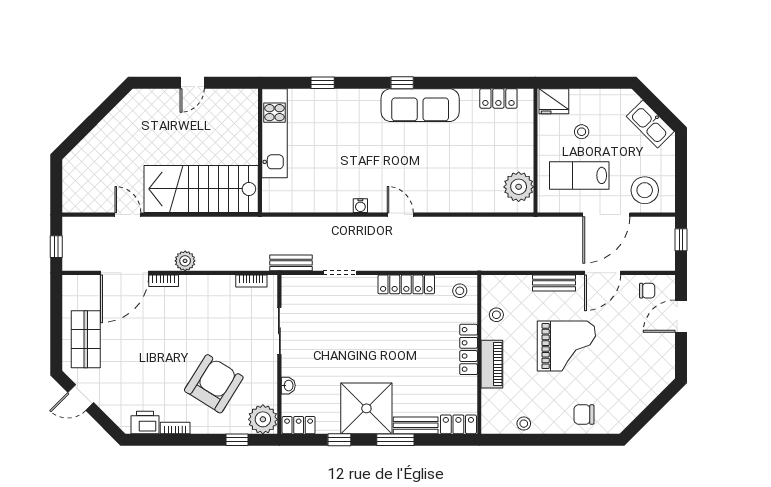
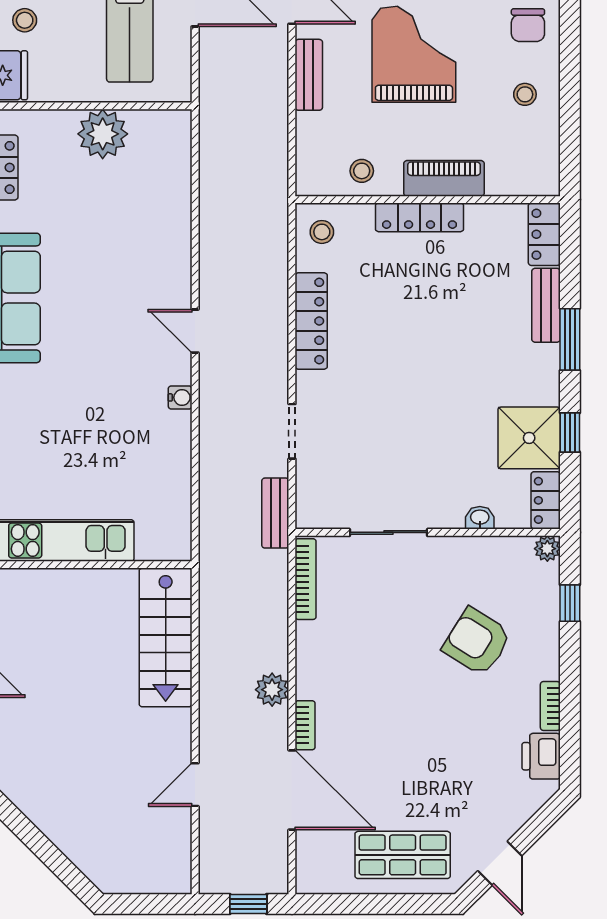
stool: (582, 132) -> (25, 20), moved
plant: (519, 187) -> (103, 134), moved
stairs: (201, 189) -> (166, 637), width x0.73, depth x0.66
door: (400, 215) -> (195, 331), hinge flipped
bookcase: (251, 281) -> (306, 579), width x1.56
armchair: (214, 384) -> (477, 642), width x0.73, depth x0.73
shower: (366, 408) -> (529, 438), moved, width x0.73, depth x0.73
plant: (263, 419) -> (547, 549), width x0.53, depth x0.53
stool: (524, 424) -> (525, 94), moved

